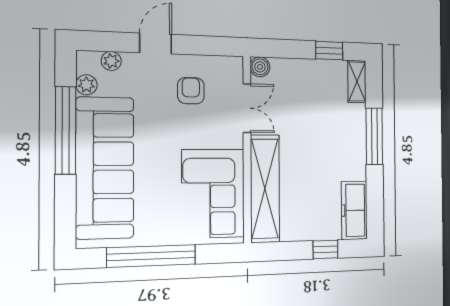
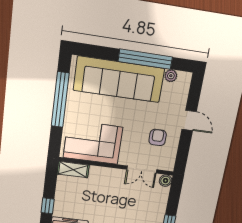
plant: (111, 61) -> (183, 93), removed
armchair: (191, 91) -> (158, 137), turned -90
shelving: (265, 189) -> (73, 170), width x0.45, depth x0.75

